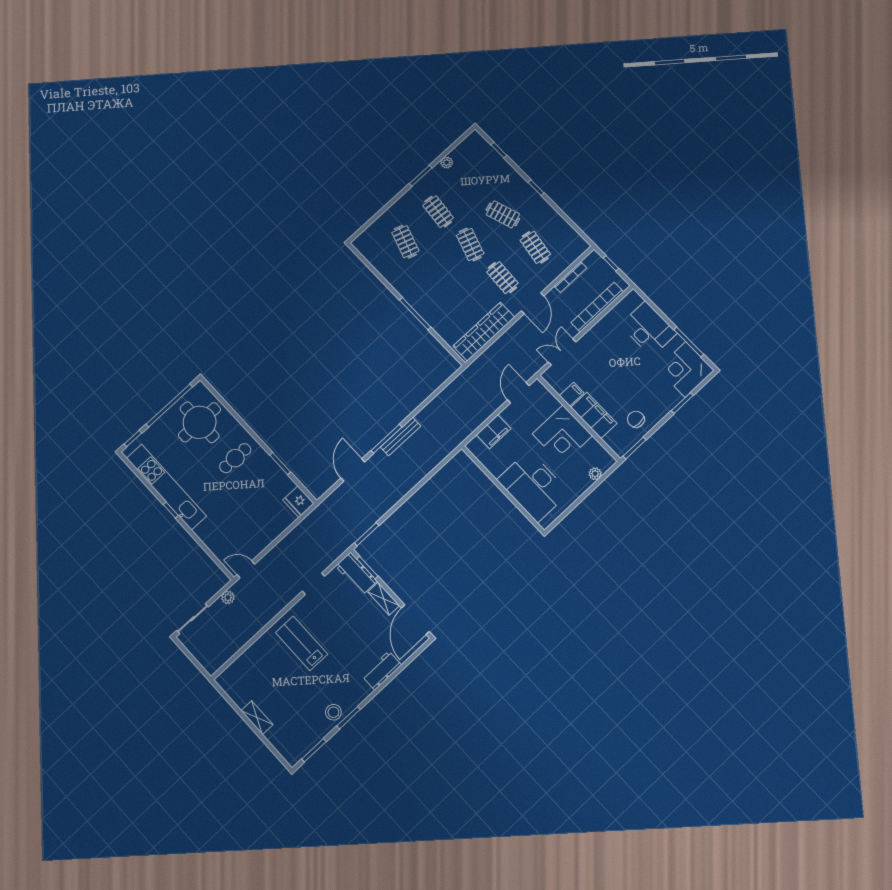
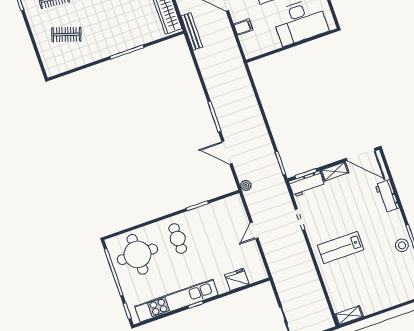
filing cabinet: (494, 432) -> (243, 27), width x0.50
bench: (401, 437) -> (192, 31), moved
fridge: (298, 502) -> (237, 279), moved, turned 180
door: (246, 569) -> (254, 230), moved
plant: (228, 597) -> (246, 185), moved
shelving: (257, 718) -> (349, 315), moved

